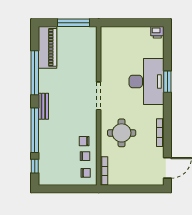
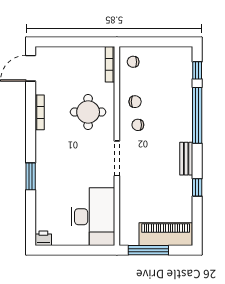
piano: (47, 47) -> (166, 234), moved, turned 90
window: (35, 73) -> (197, 187), width x0.32
desk: (146, 81) -> (93, 217), moved, turned 180
bench: (43, 106) -> (186, 159), moved
chair: (85, 156) -> (138, 125), moved

